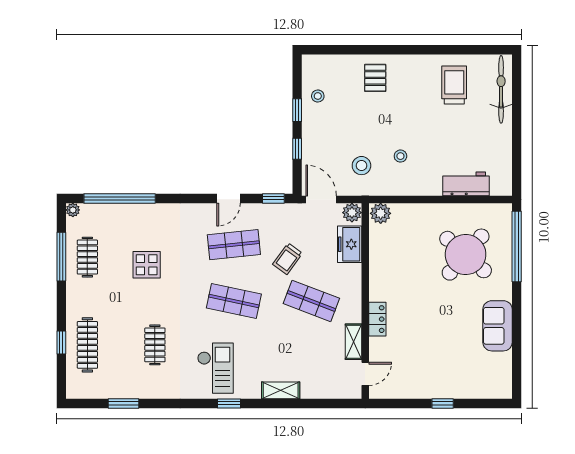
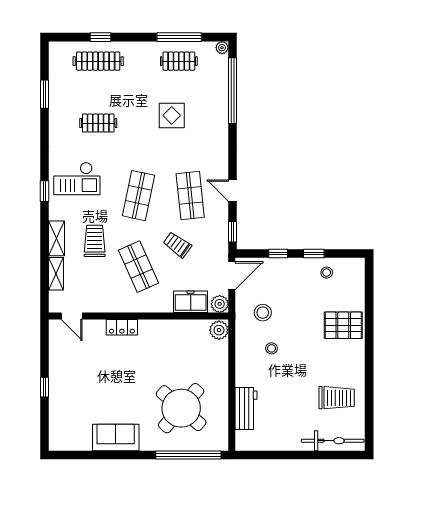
pallet: (375, 78) -> (343, 325), width x1.50, depth x1.42
shop shelf: (311, 301) -> (139, 267), turned -45
shelving: (354, 342) -> (56, 274), moved, turned 90
trolley: (283, 349) -> (95, 241), added

